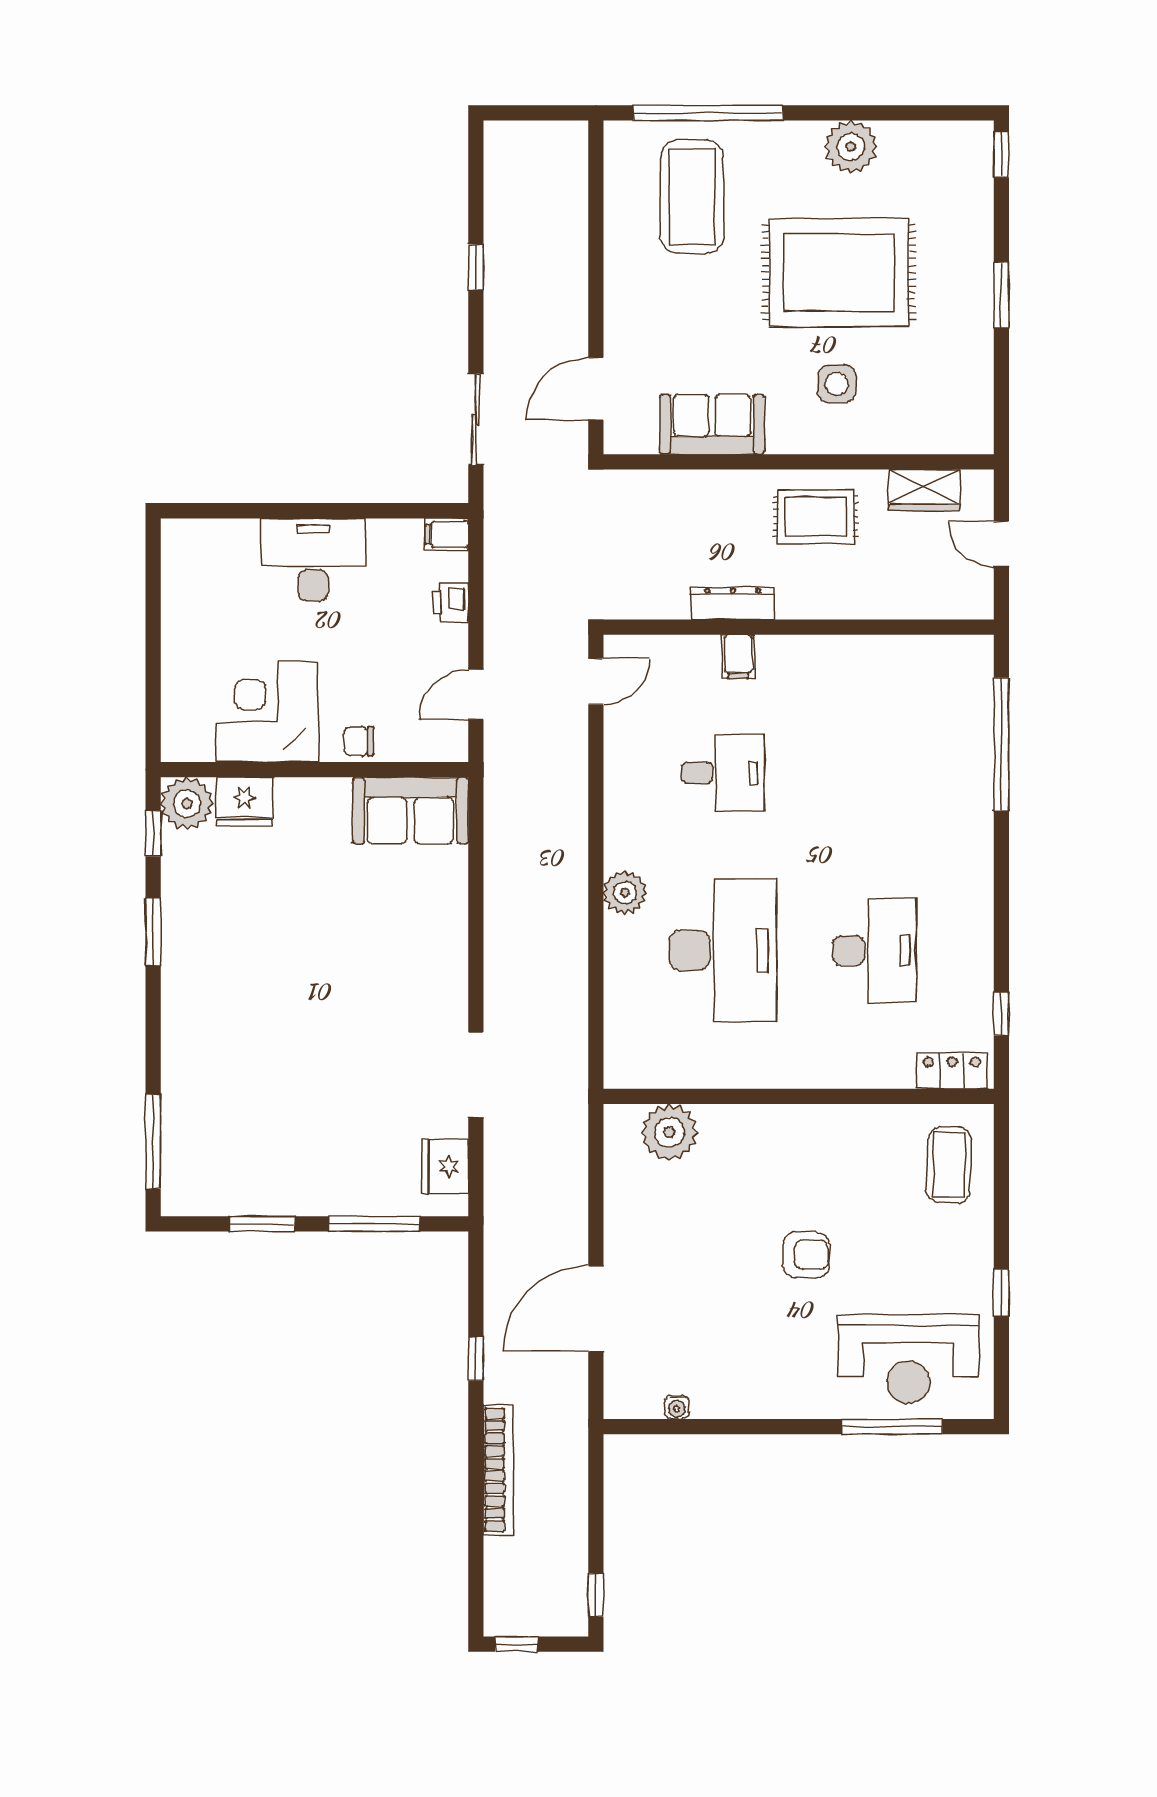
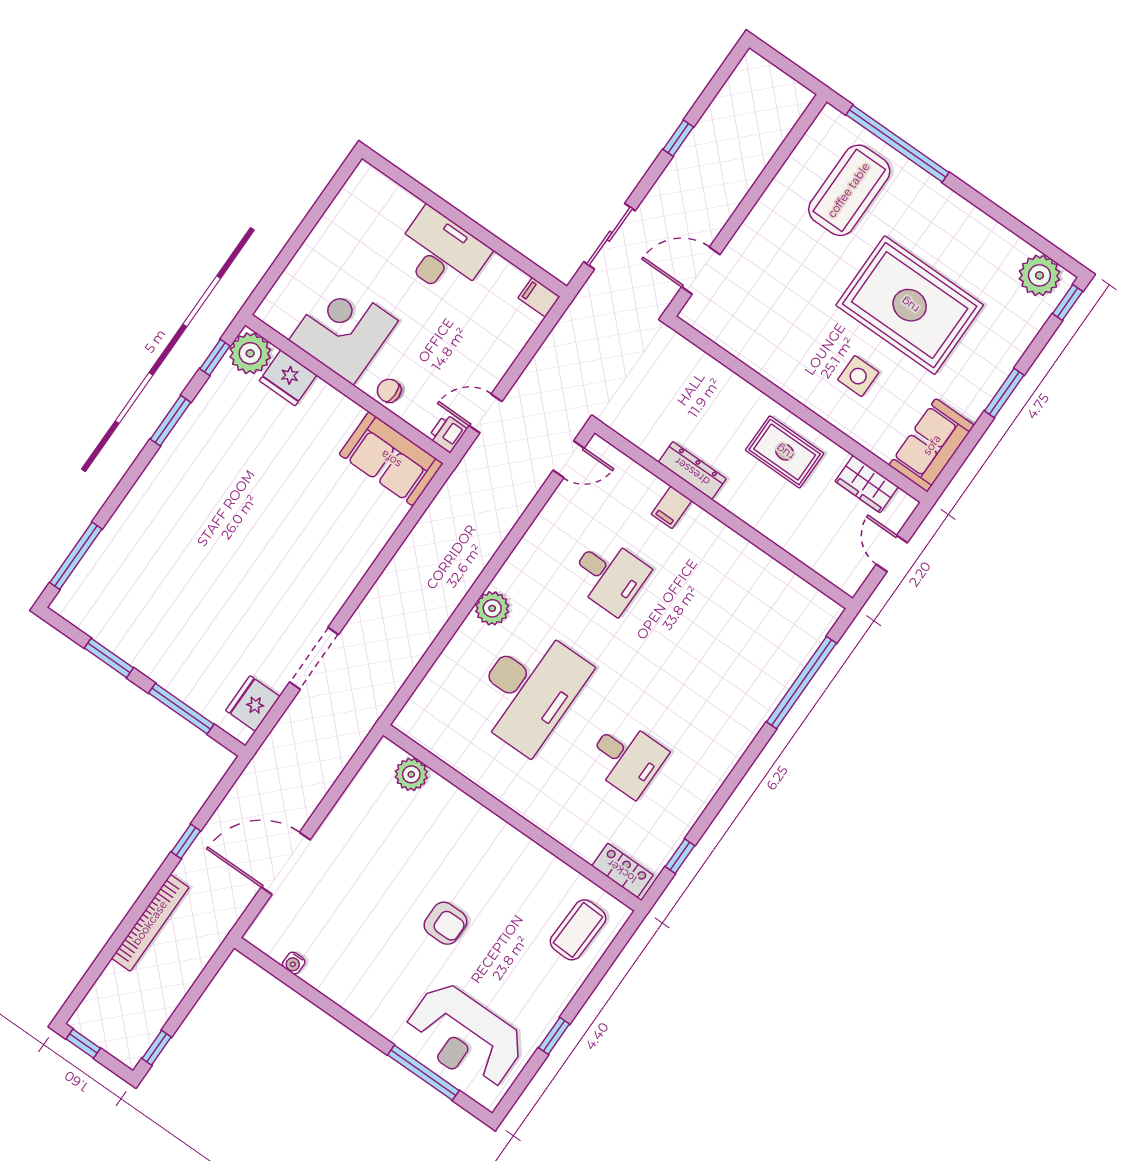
plant: (851, 147) -> (1039, 275), moved
sofa: (712, 424) -> (932, 445), moved, turned -90
printer: (451, 602) -> (448, 433), moved
desk: (875, 950) -> (627, 758), width x0.73
plant: (669, 1132) -> (411, 774), width x0.73, depth x0.73

